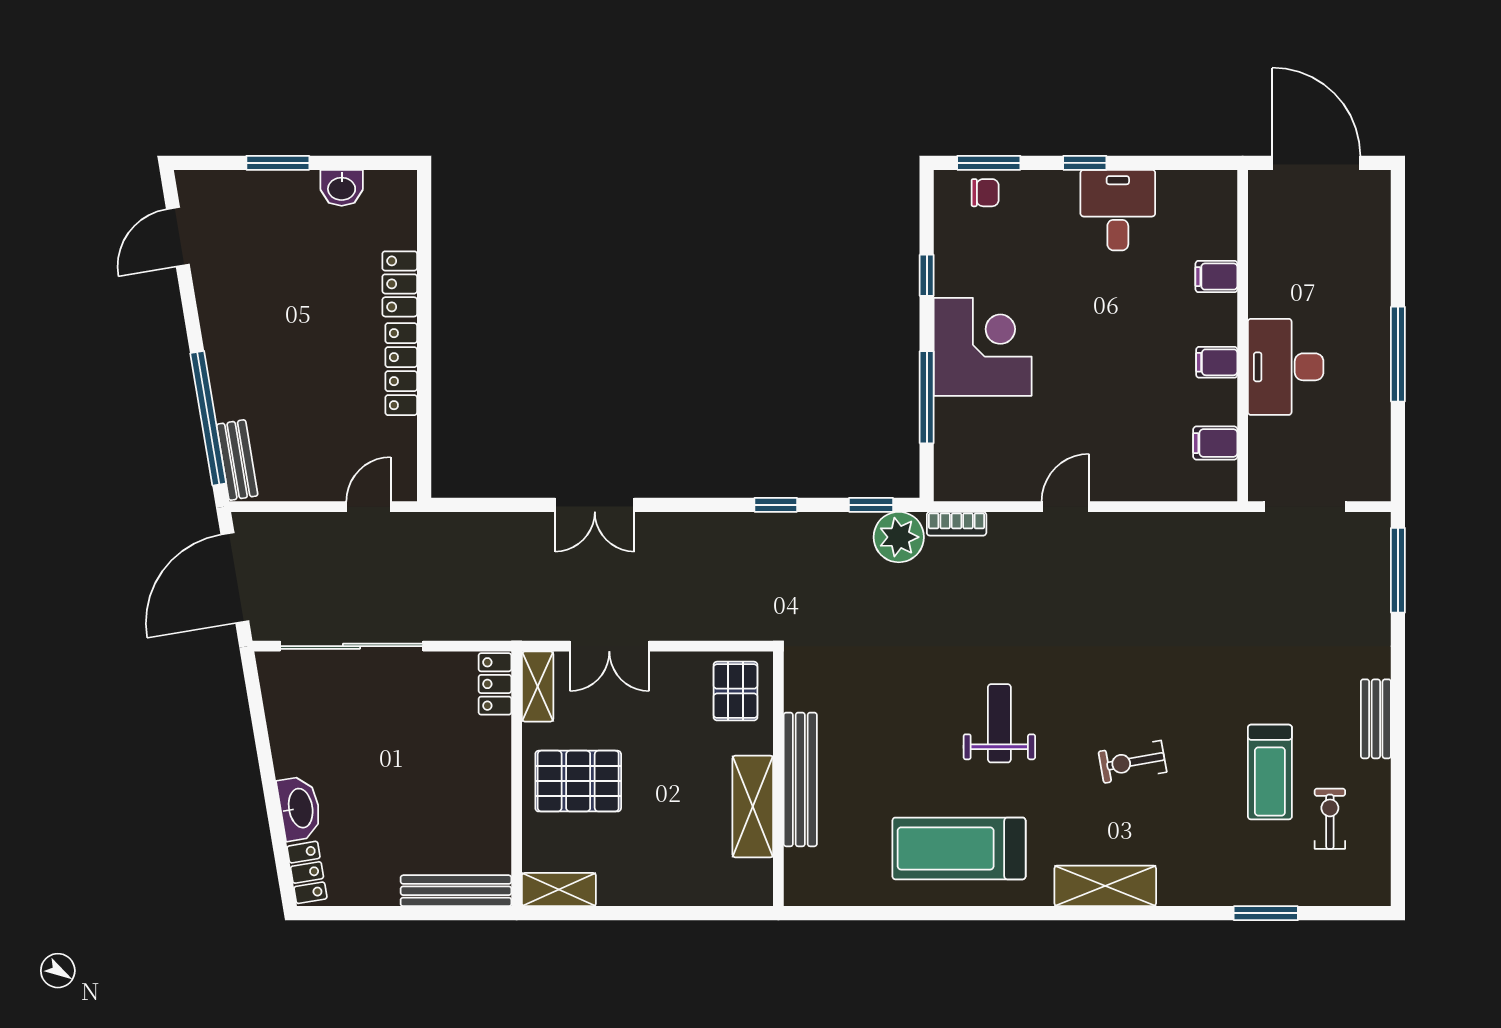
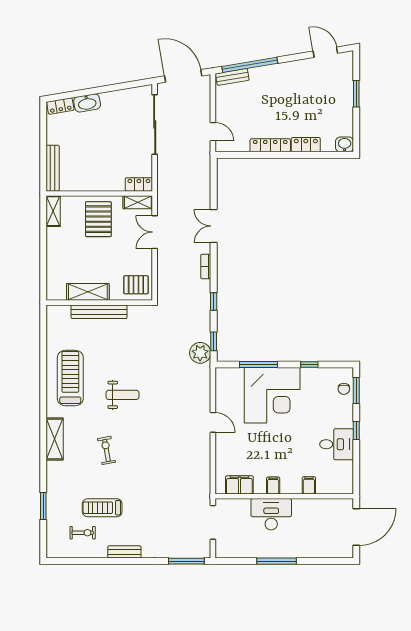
washbasin: (342, 188) -> (345, 144), moved, turned 90
corner desk: (983, 347) -> (272, 395), width x1.36, depth x1.36
filing cabinet: (1215, 443) -> (239, 485), width x2.00
bookcase: (957, 524) -> (206, 266), moved

